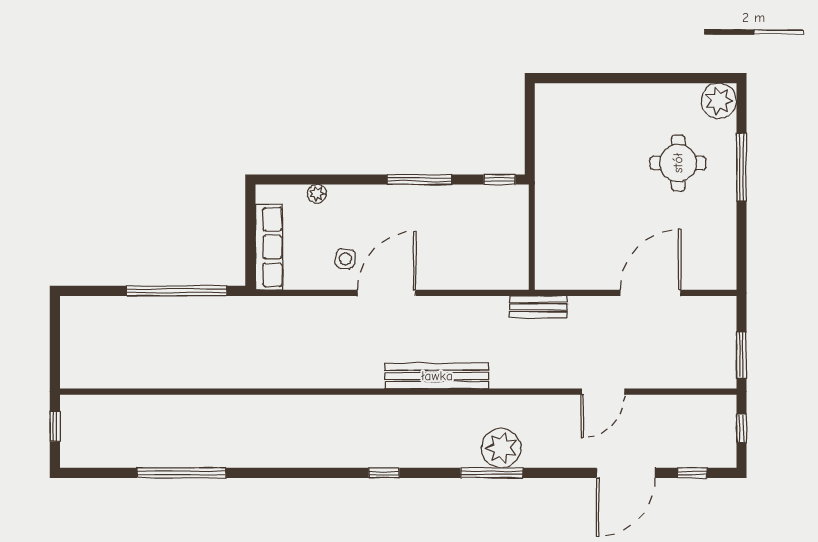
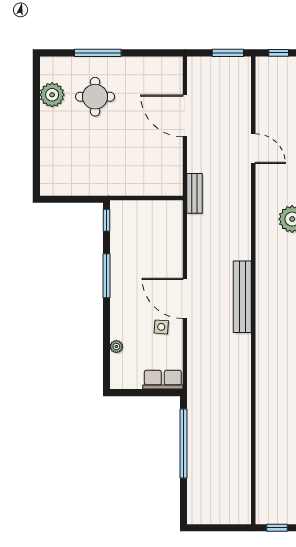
plant: (719, 101) -> (52, 95), moved
row of seats: (269, 247) -> (163, 380), width x0.68
bench: (437, 376) -> (242, 297), moved

